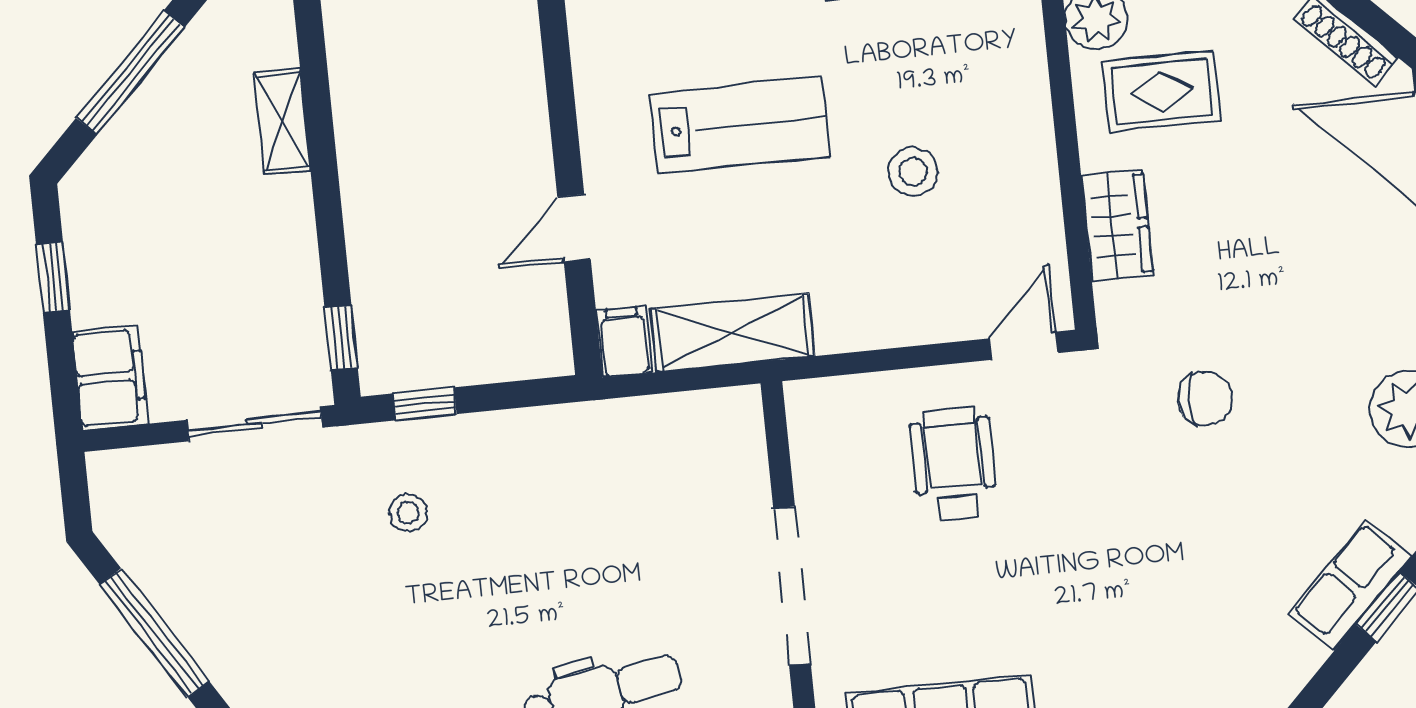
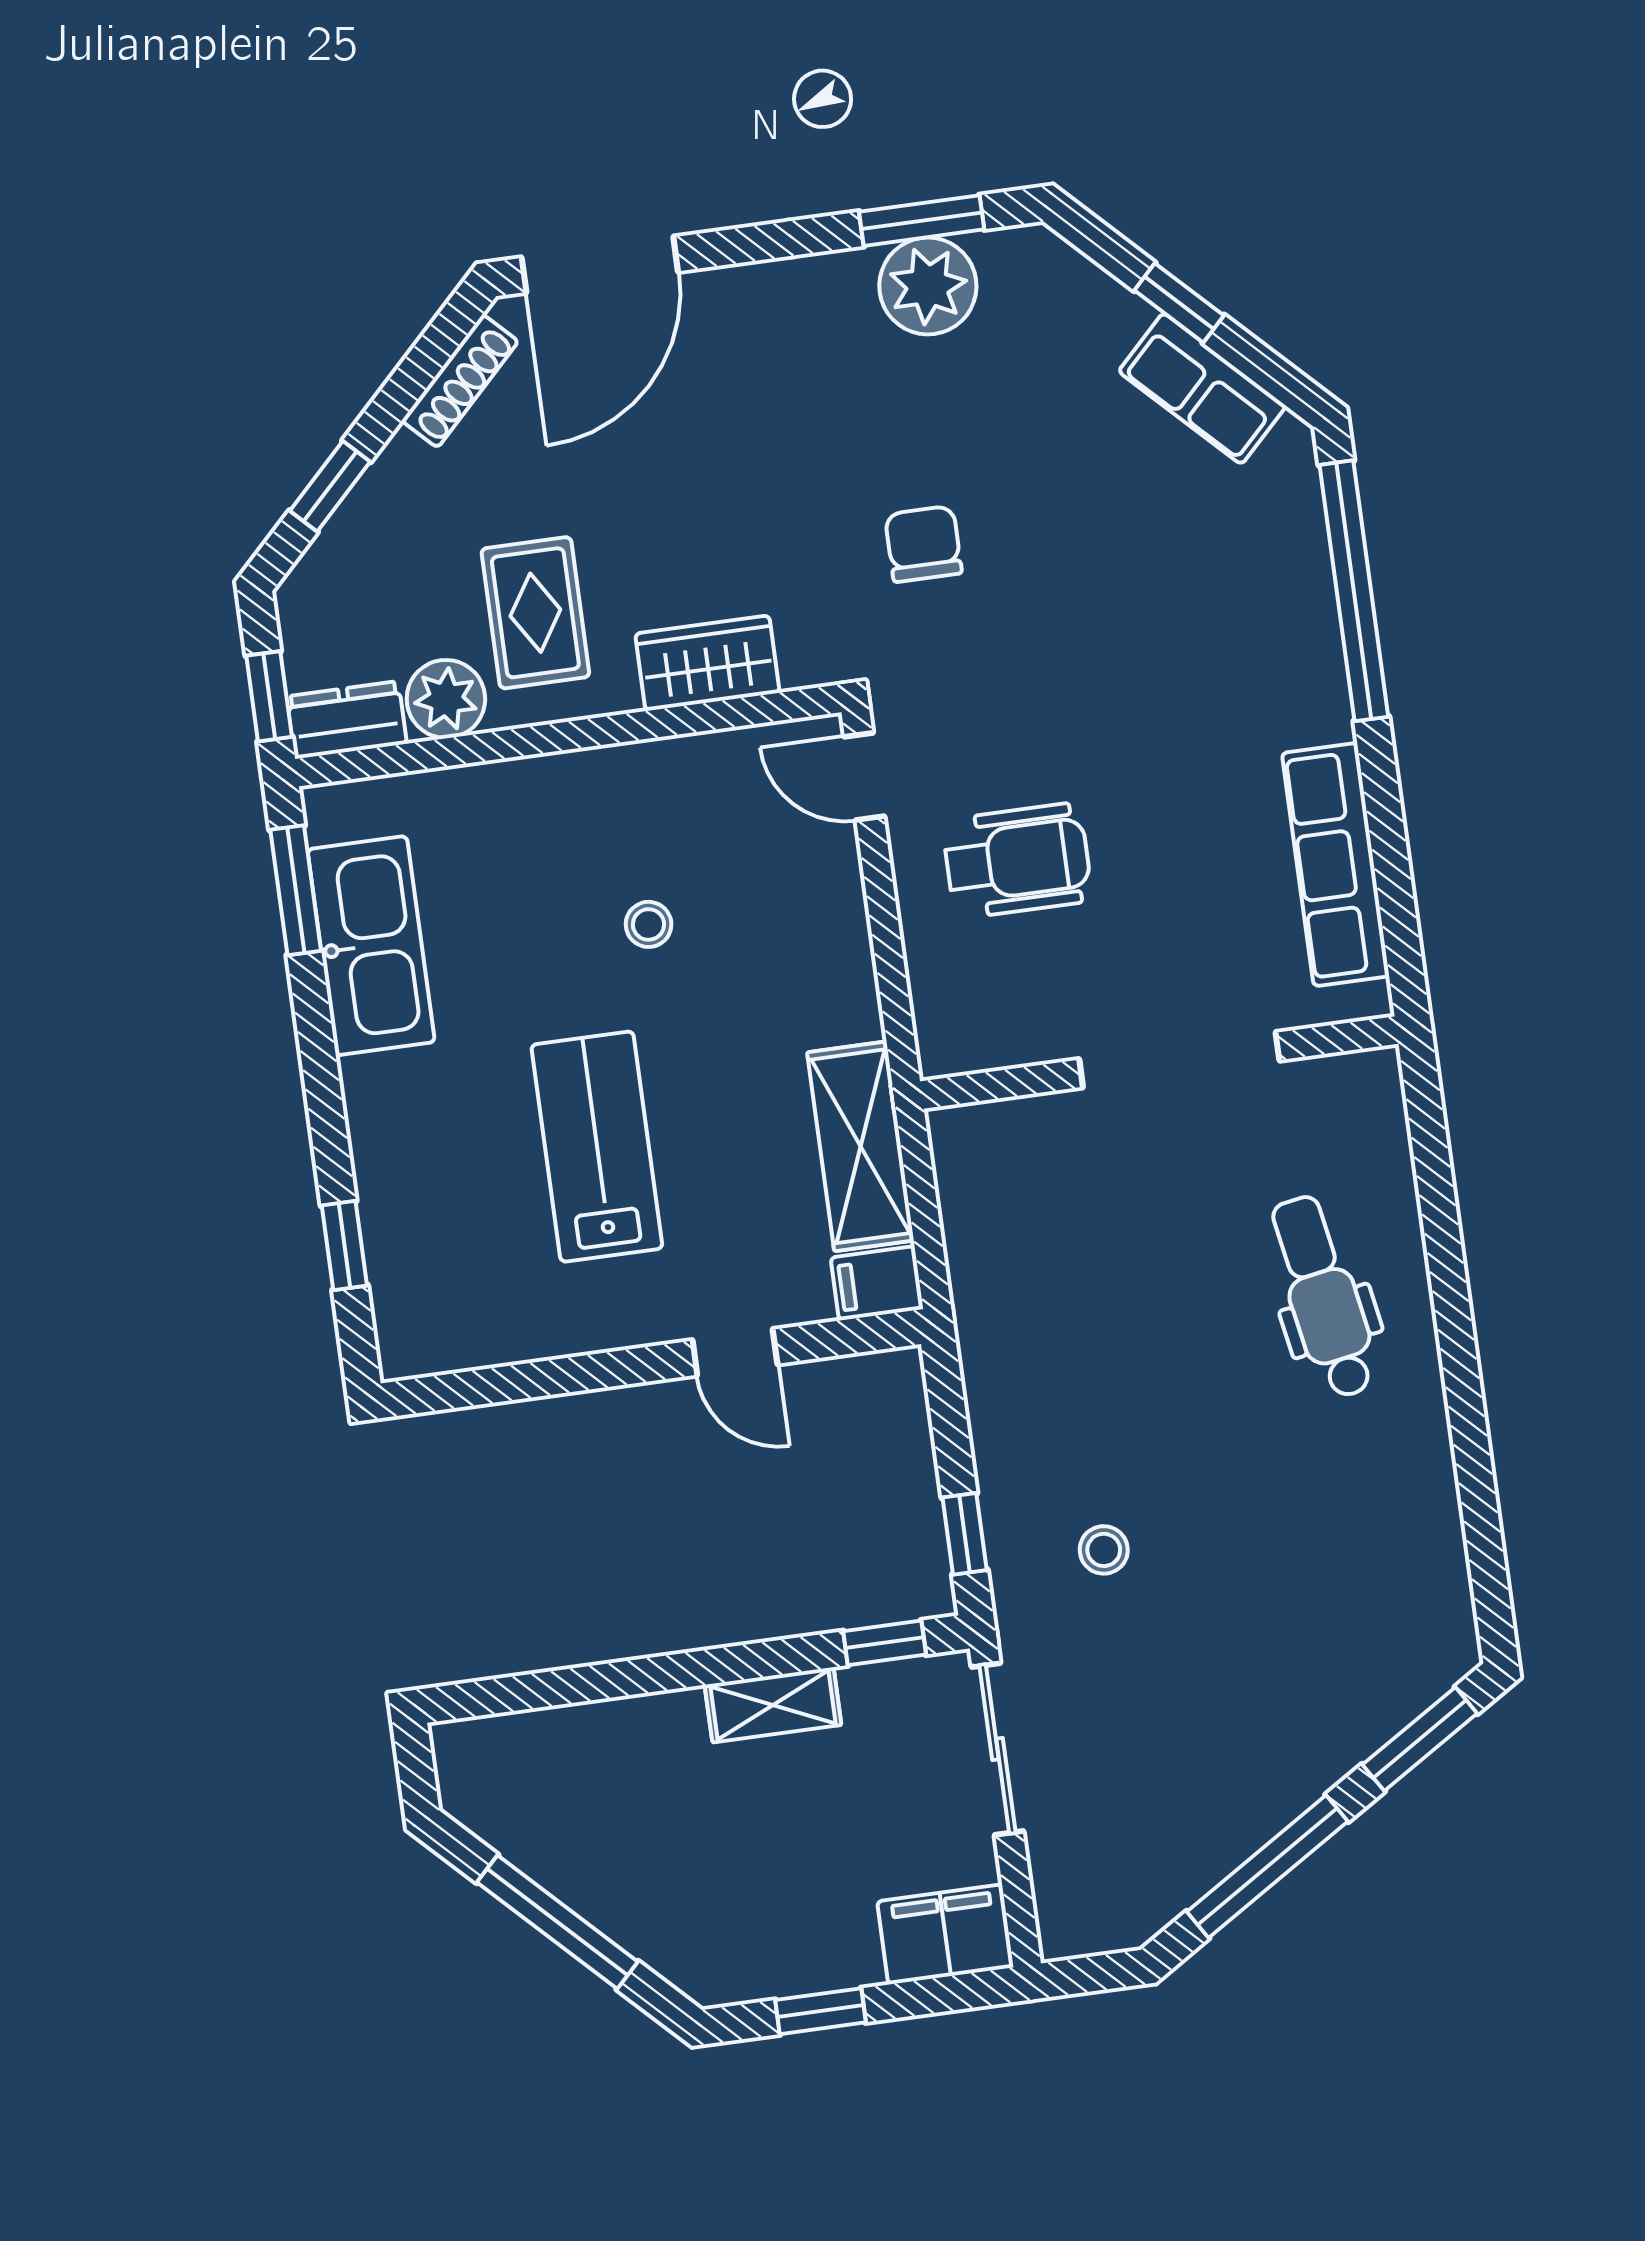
shelving: (282, 122) -> (773, 1705), moved
stool: (913, 172) -> (649, 924), width x0.73, depth x0.73
wheelchair: (953, 464) -> (1017, 861), turned 180
row of seats: (1350, 585) -> (1202, 389), moved

